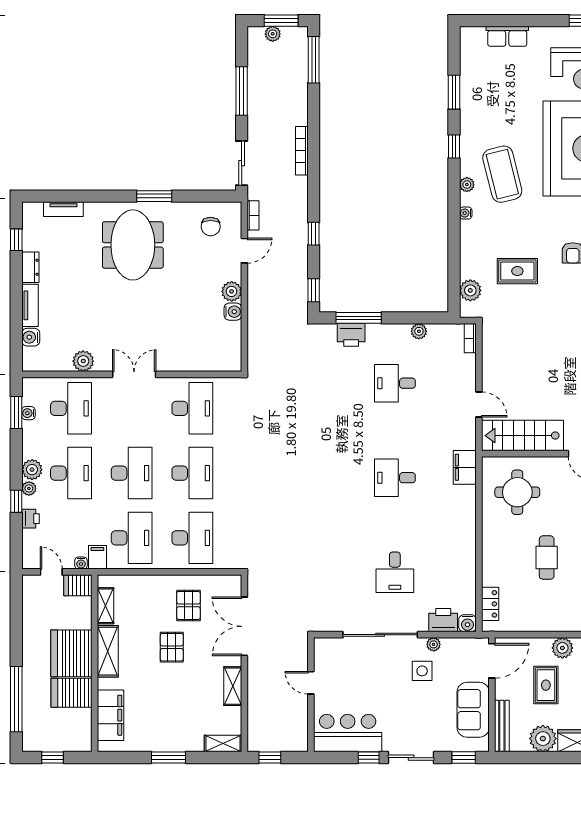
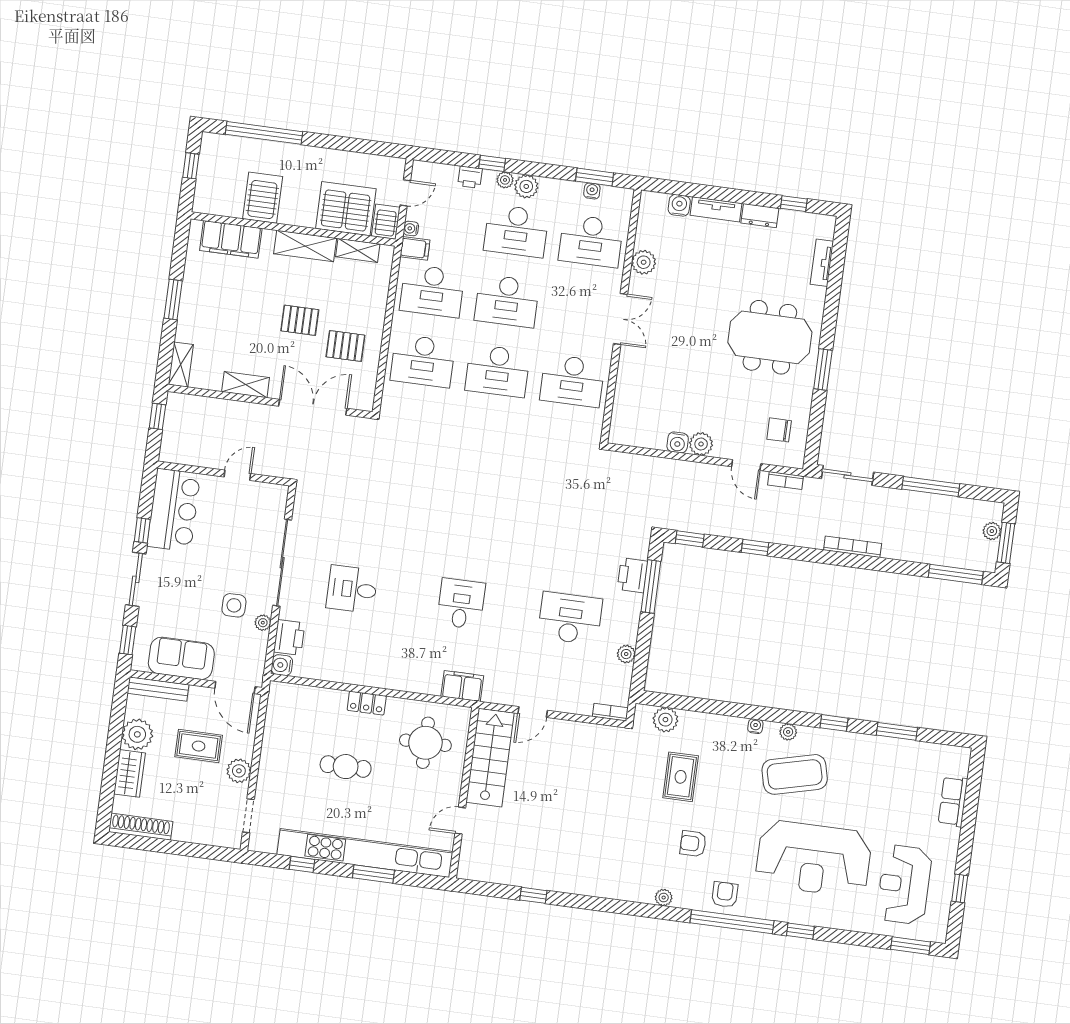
desk: (395, 383) -> (570, 618), width x1.37
locker: (490, 604) -> (367, 703), moved
server rack: (71, 653) -> (346, 209), moved

